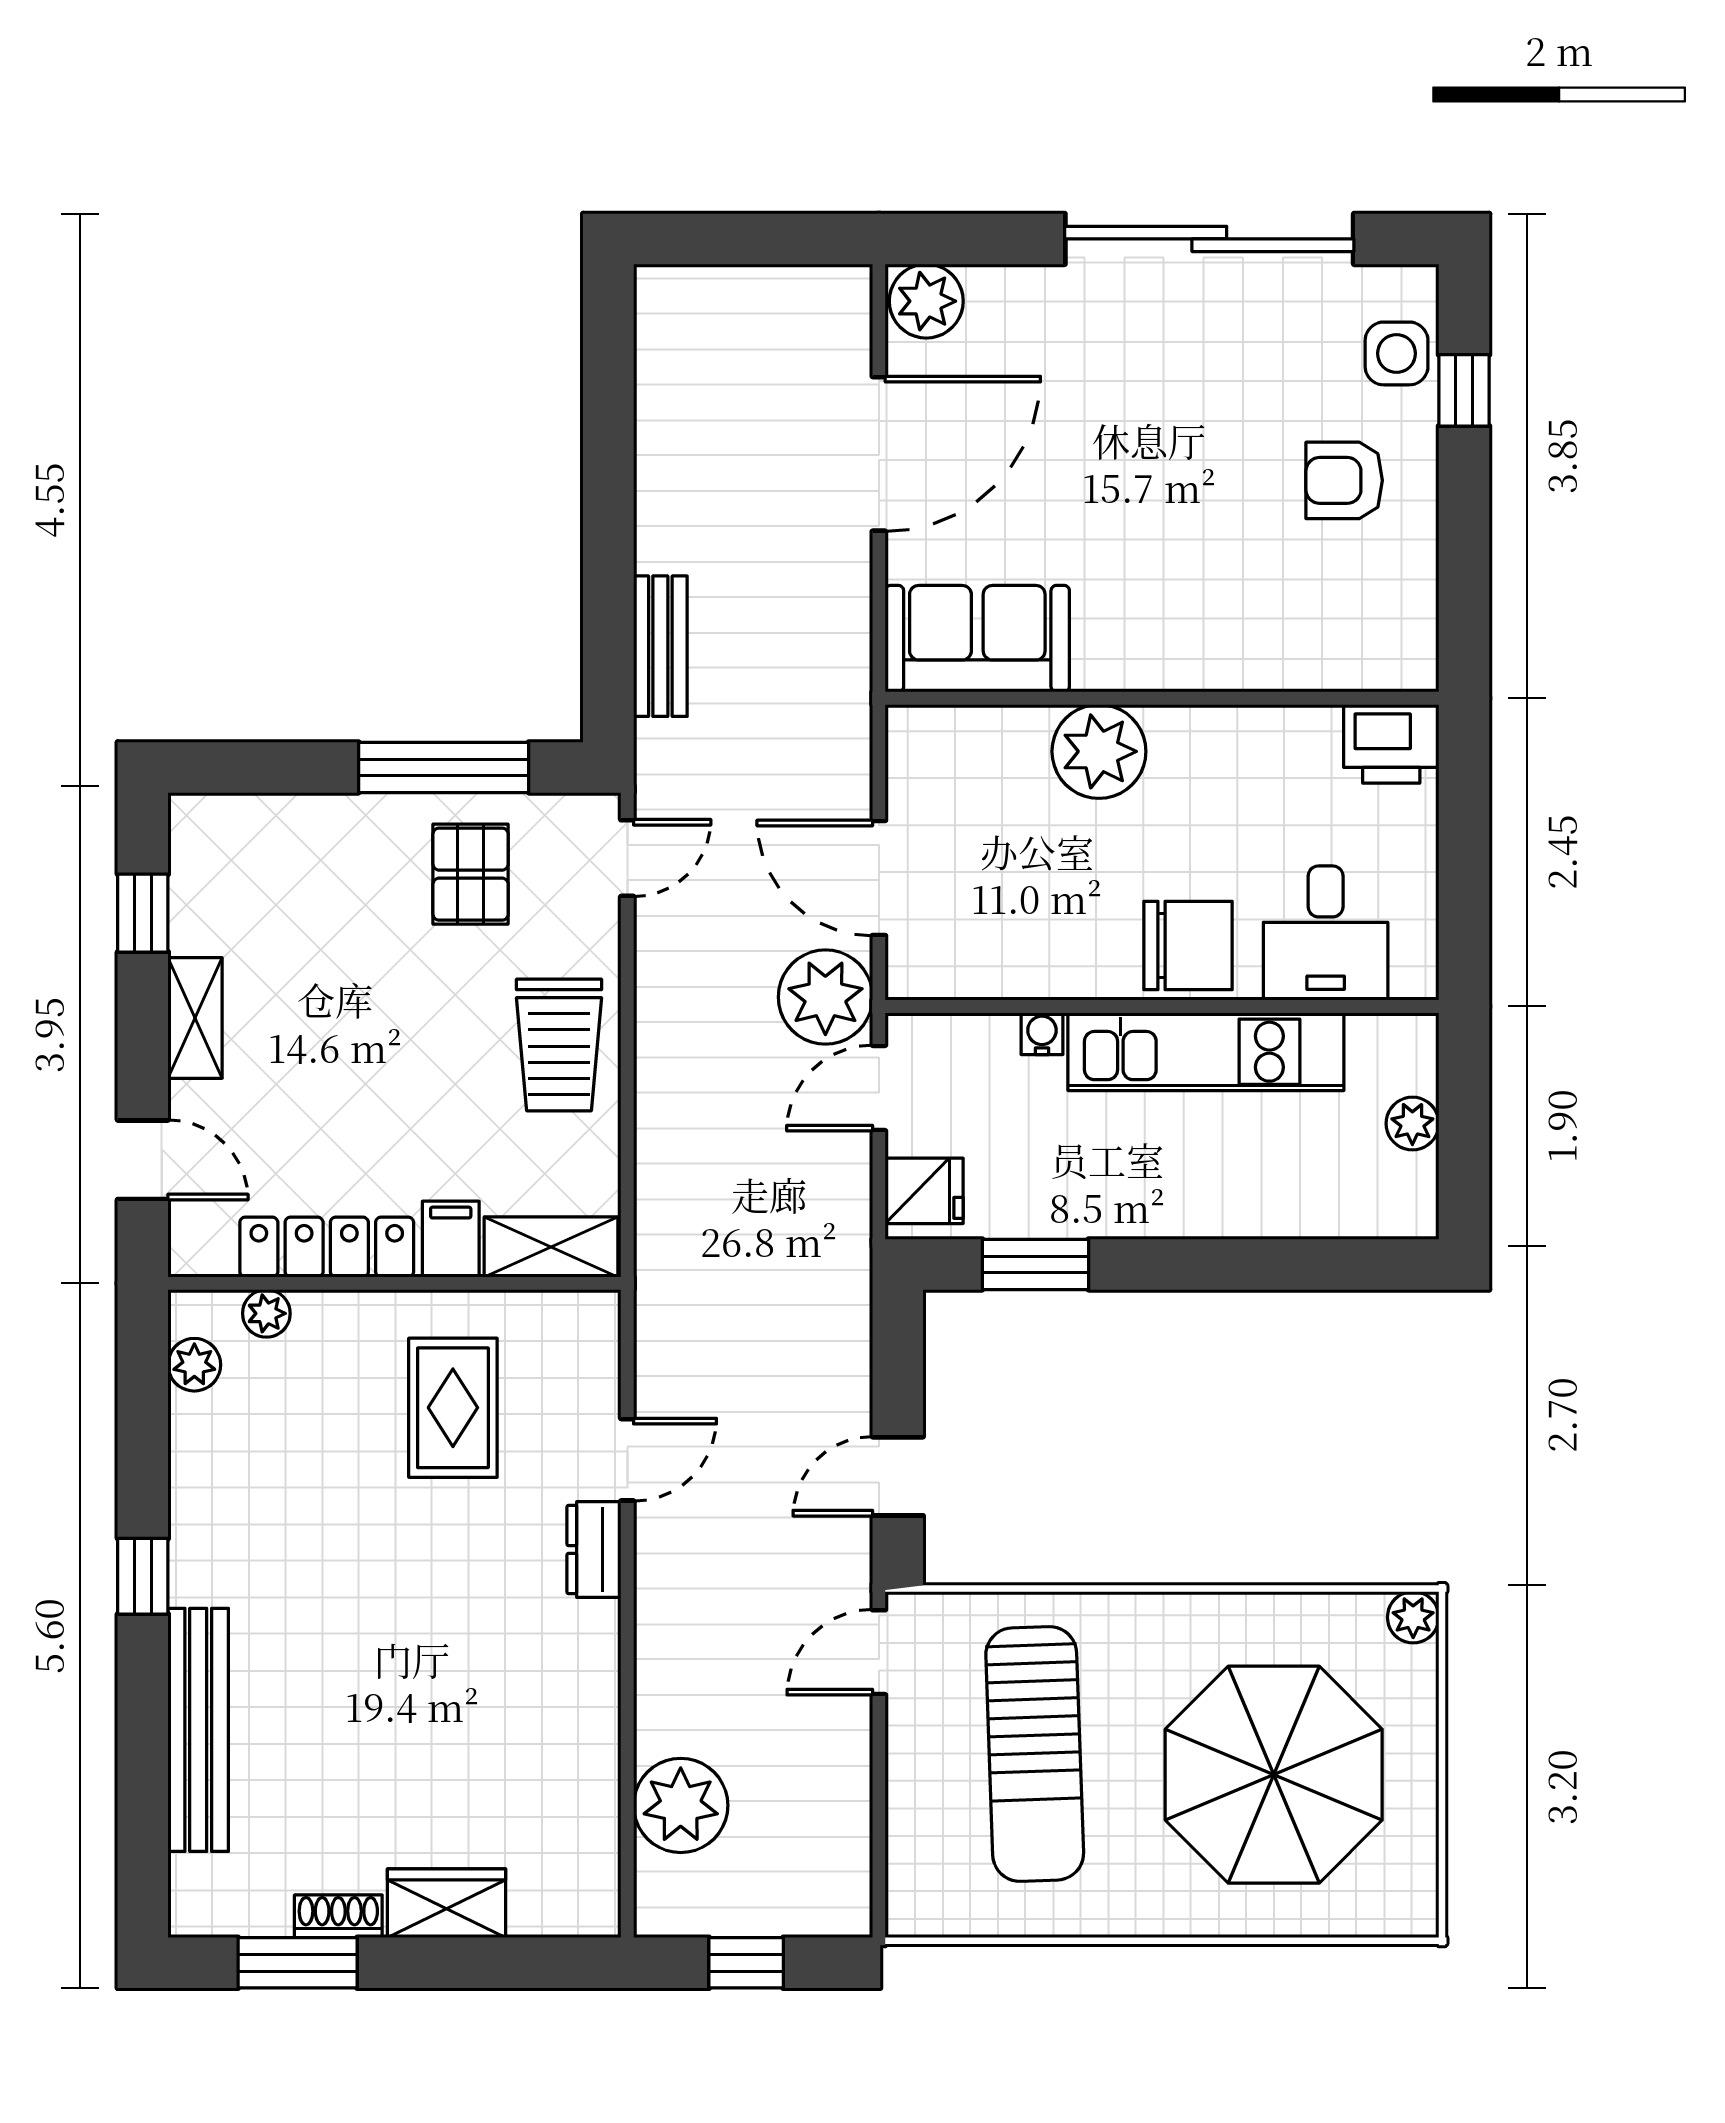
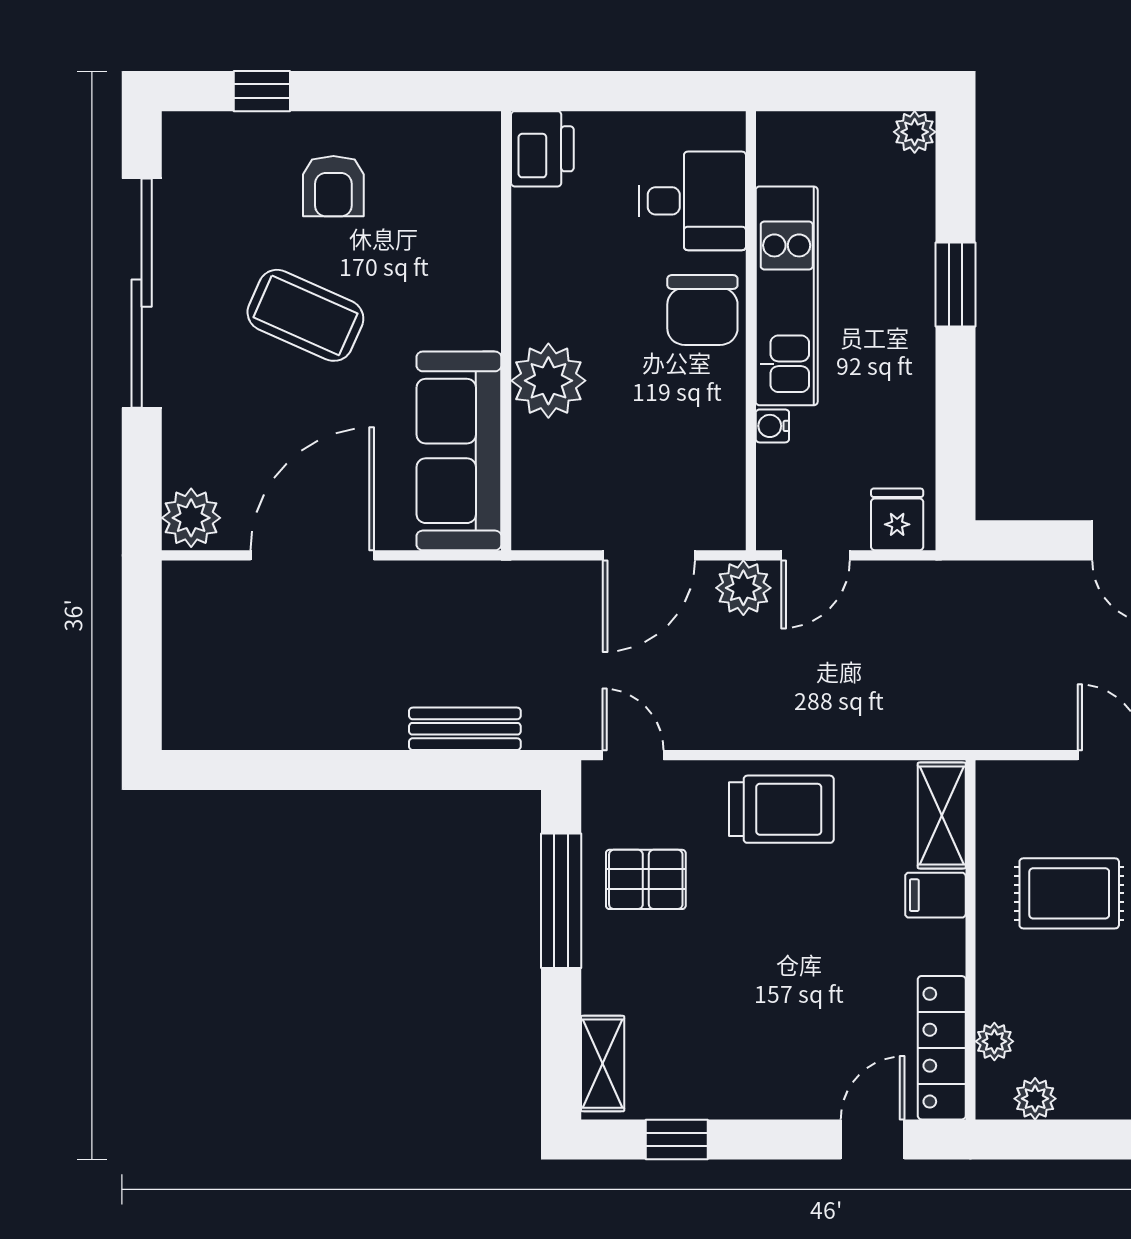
side table: (1397, 353) -> (233, 145), removed
coffee table: (1181, 445) -> (305, 315), added
door: (879, 454) -> (312, 555), hinge flipped
sofa: (977, 639) -> (459, 451), width x1.36
chair: (1188, 945) -> (702, 310), turned 180
plant: (825, 997) -> (743, 588), width x0.73, depth x0.73
shelving: (195, 1018) -> (603, 1064), moved, turned 90
door: (879, 1088) -> (816, 555), hinge flipped
plant: (1412, 1124) -> (915, 132), moved
locker: (327, 1247) -> (942, 1048), moved
window: (1035, 1264) -> (956, 284), moved

